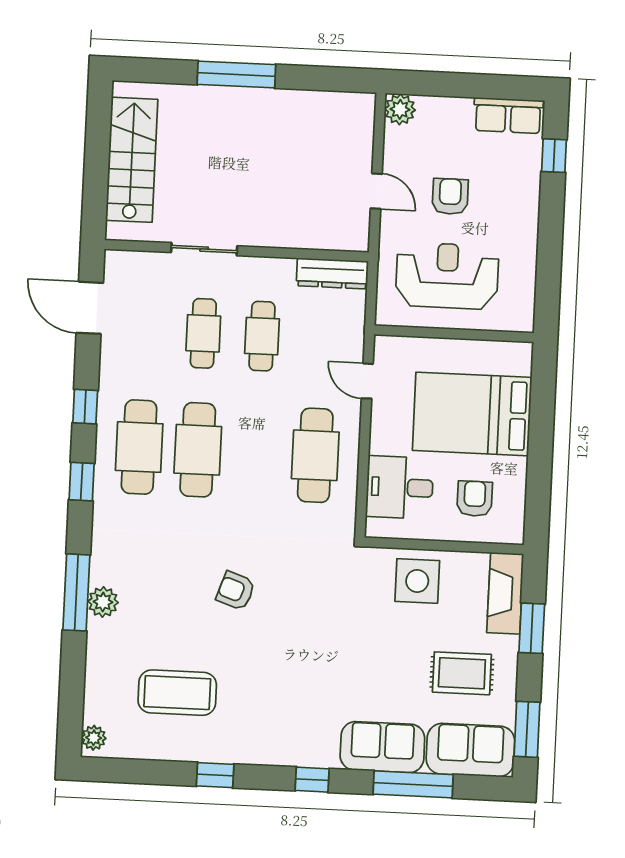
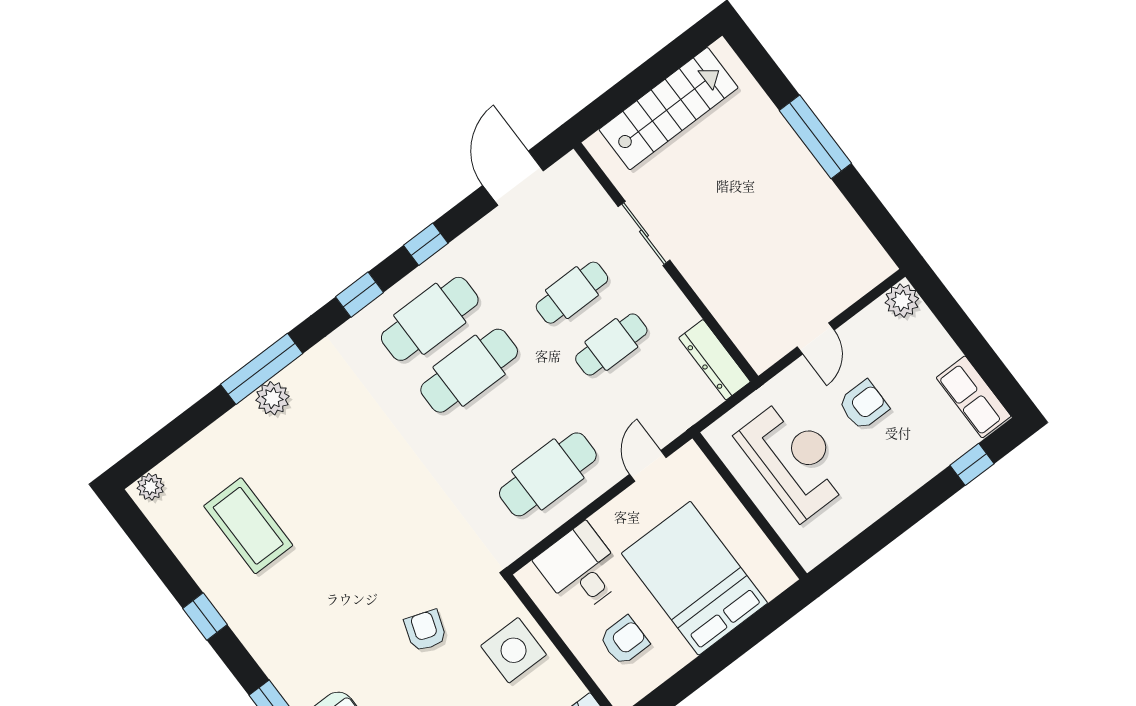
armchair: (236, 591) -> (425, 631), moved

